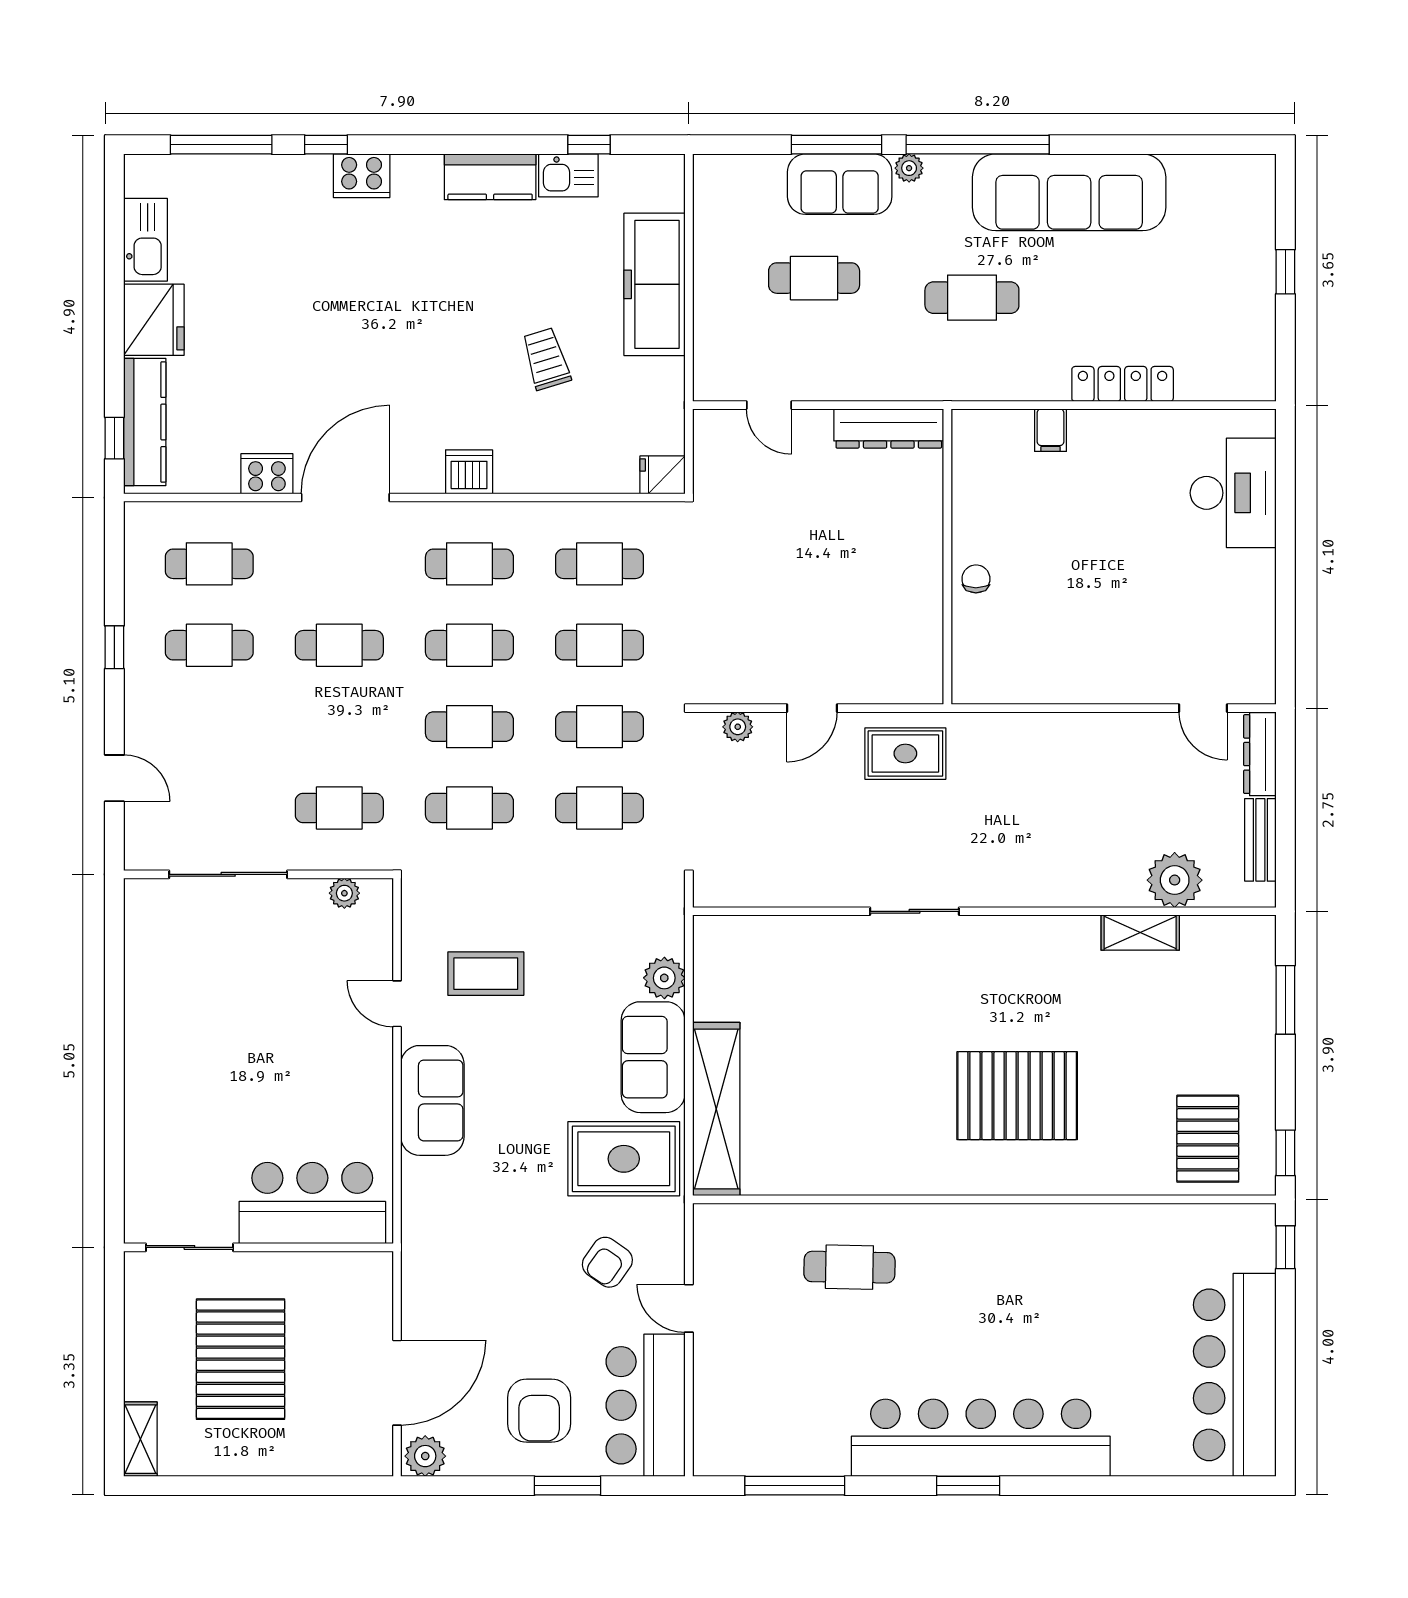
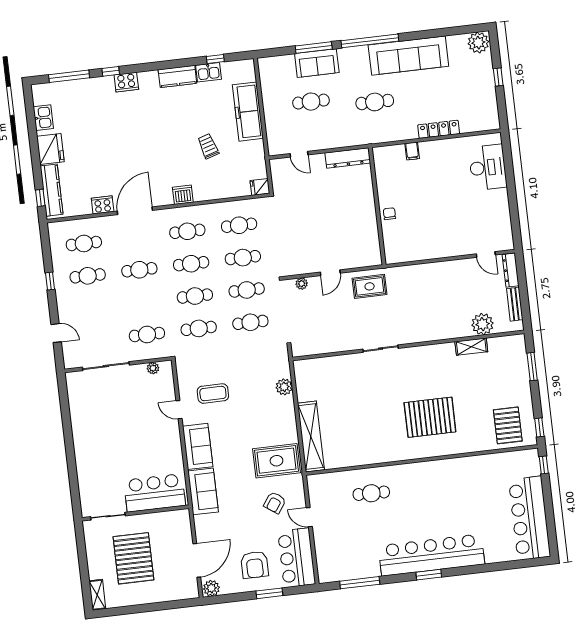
plant: (909, 168) -> (478, 43), moved, width x1.88, depth x1.88
kitchen sink: (145, 240) -> (43, 118), width x0.73
sofa: (653, 1057) -> (203, 491), moved, turned 180

